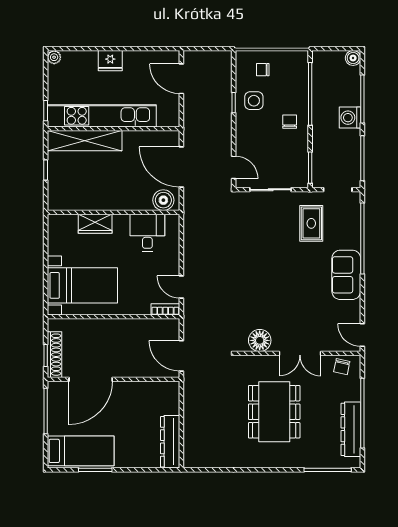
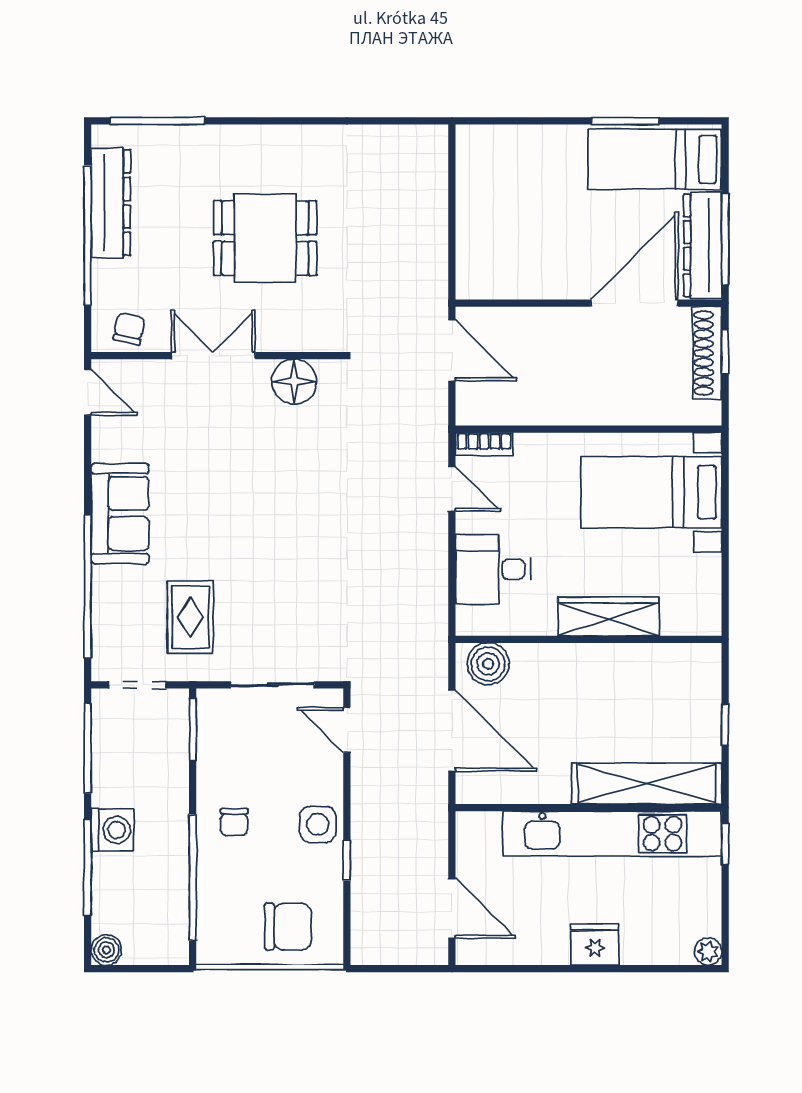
chair: (263, 70) -> (288, 927), width x1.87, depth x1.87
side table: (254, 101) -> (318, 824), moved
wardrobe: (95, 224) -> (609, 616), width x1.50
desk: (147, 233) -> (493, 569), moved, turned 90
dining table: (274, 412) -> (265, 238), width x0.73
dresser: (170, 442) -> (703, 245), moved, turned 180

